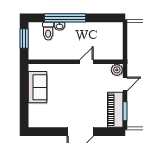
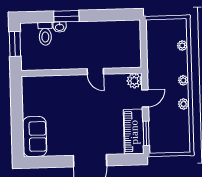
window: (65, 18) -> (66, 16), width x0.47
door: (86, 62) -> (95, 71), swing flipped
sofa: (38, 87) -> (35, 137), moved

